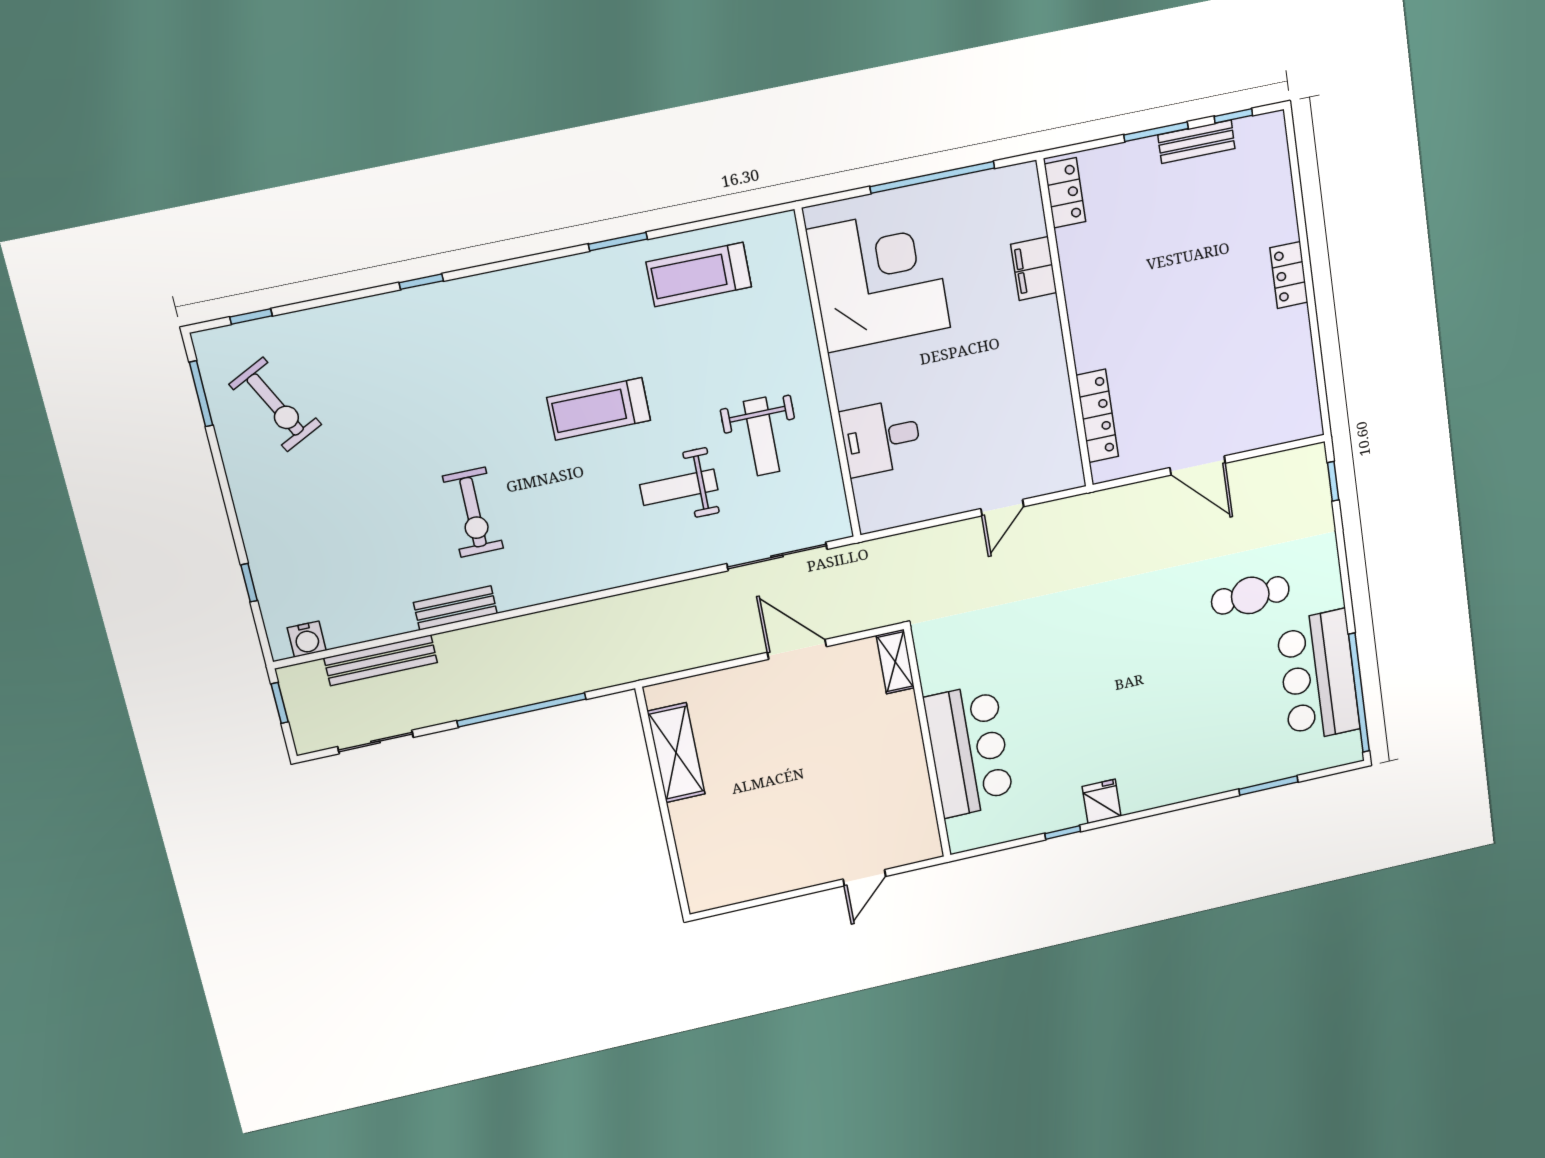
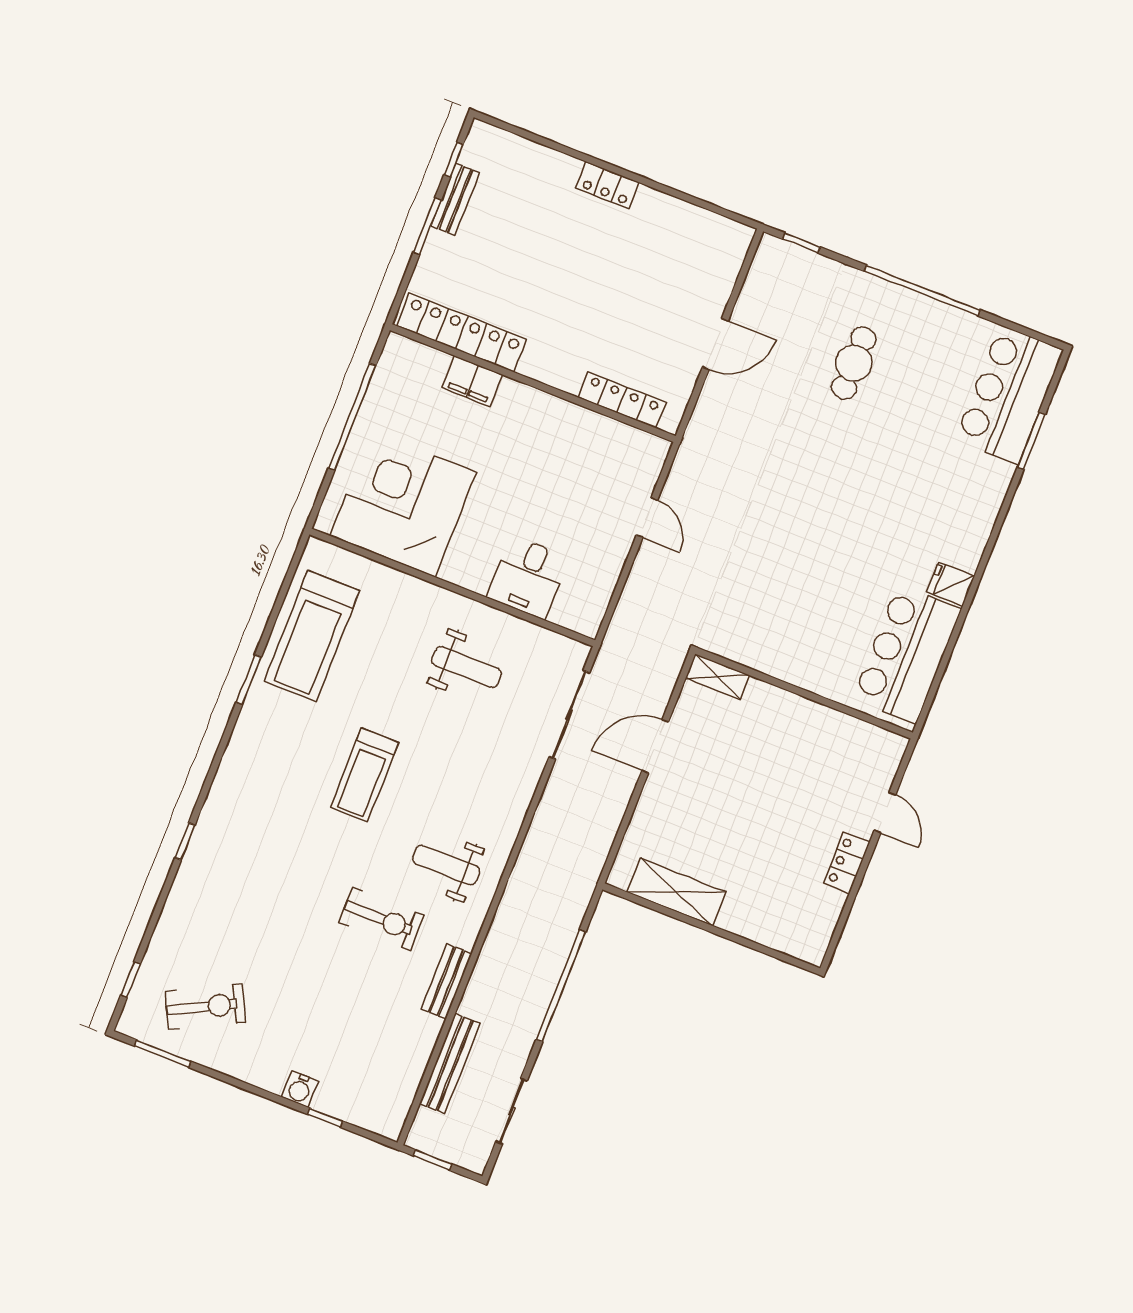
locker: (1065, 193) -> (462, 333), width x2.16, depth x1.21
treadmill: (699, 274) -> (312, 636), width x1.37, depth x1.38
weight bench: (679, 487) -> (446, 865), moved, turned 90
water cooler: (307, 639) -> (300, 1089), moved, turned 90
bar counter: (1318, 676) -> (1009, 395), moved, turned 90
window: (1359, 693) -> (922, 291), moved
bar counter: (969, 751) -> (907, 654), moved, turned -90
window: (1063, 832) -> (956, 631), removed
locker: (799, 876) -> (847, 863), added

